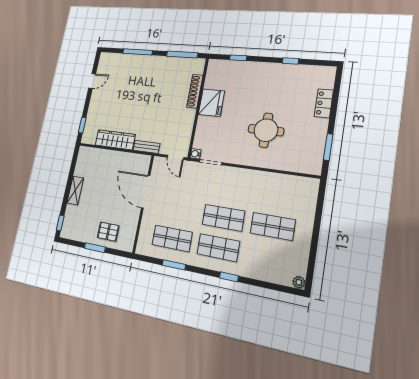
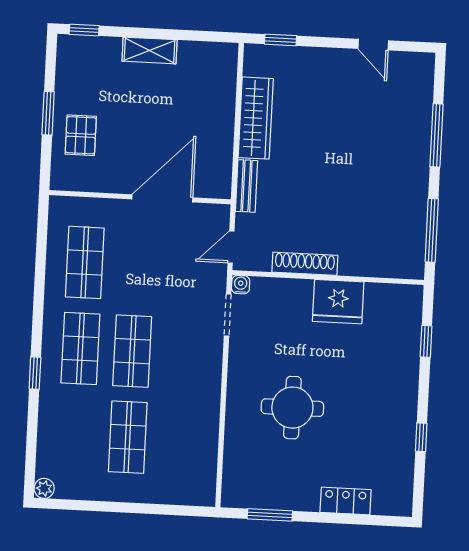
shoe rack: (195, 91) -> (305, 264), moved
window: (174, 265) -> (40, 273), removed

